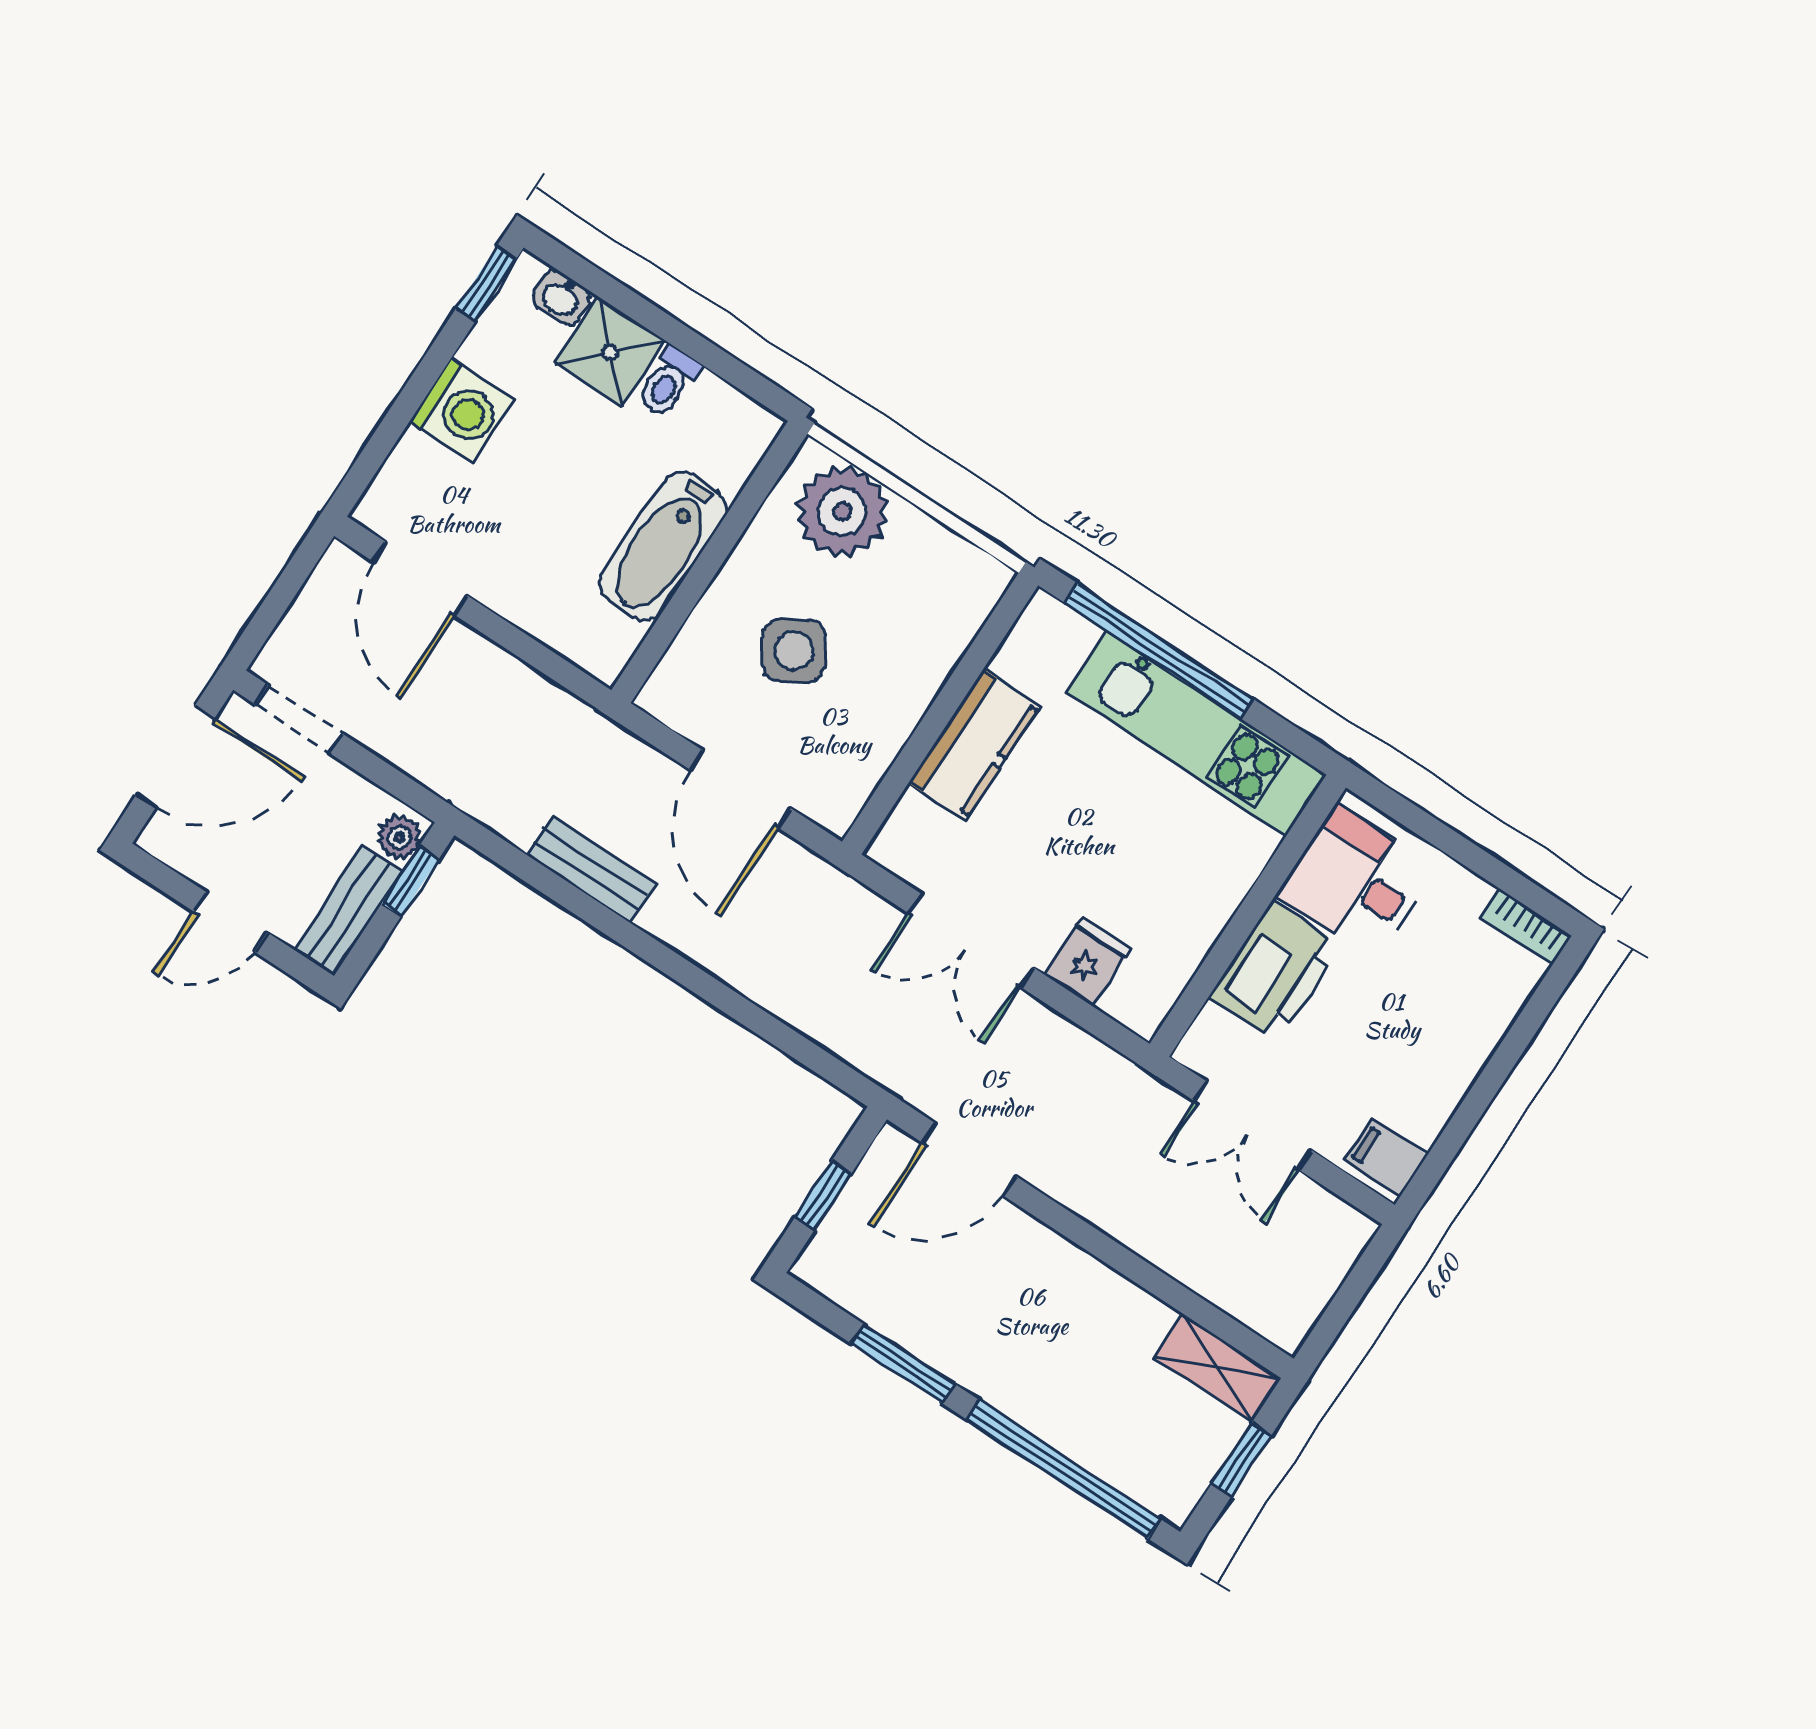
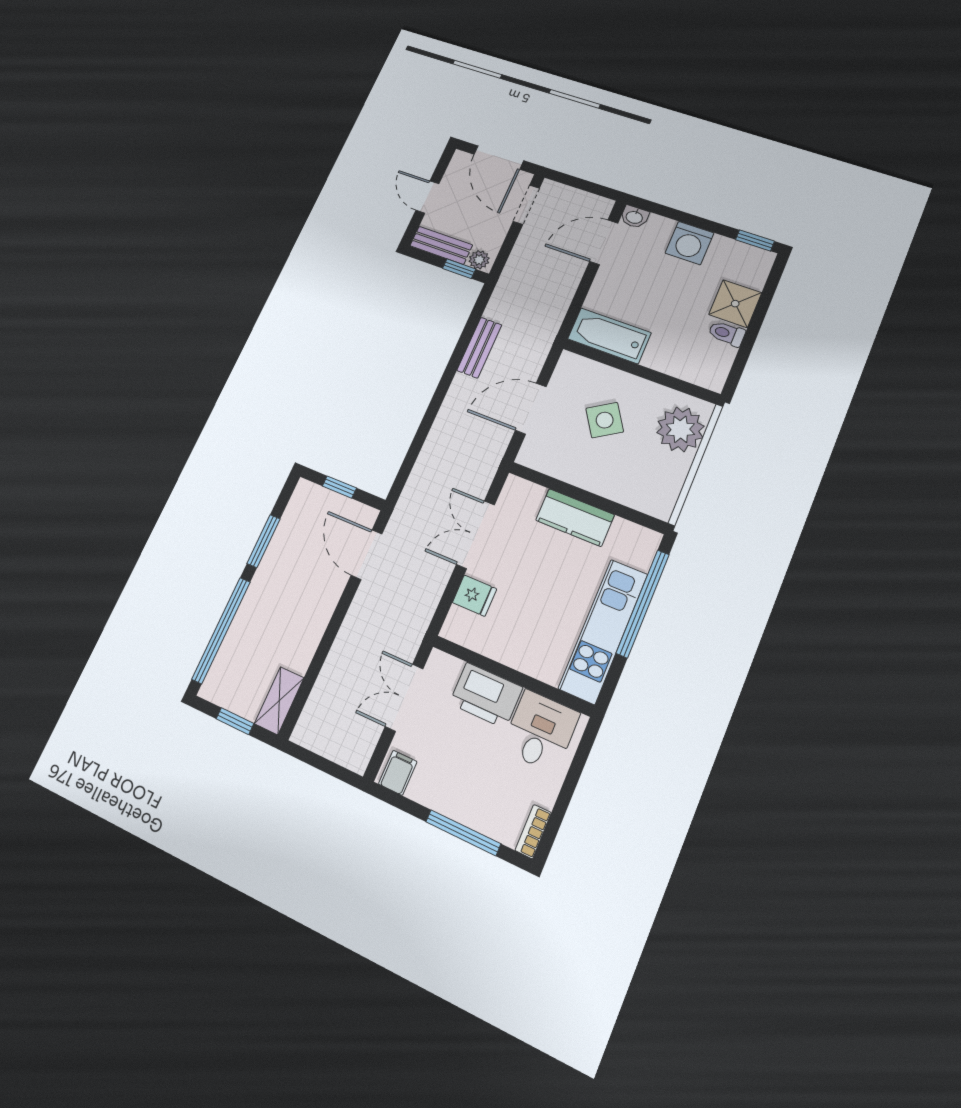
washbasin: (561, 297) -> (634, 217), moved, turned -90
bathtub: (663, 546) -> (609, 336), moved
window: (1508, 1053) -> (463, 833), added

